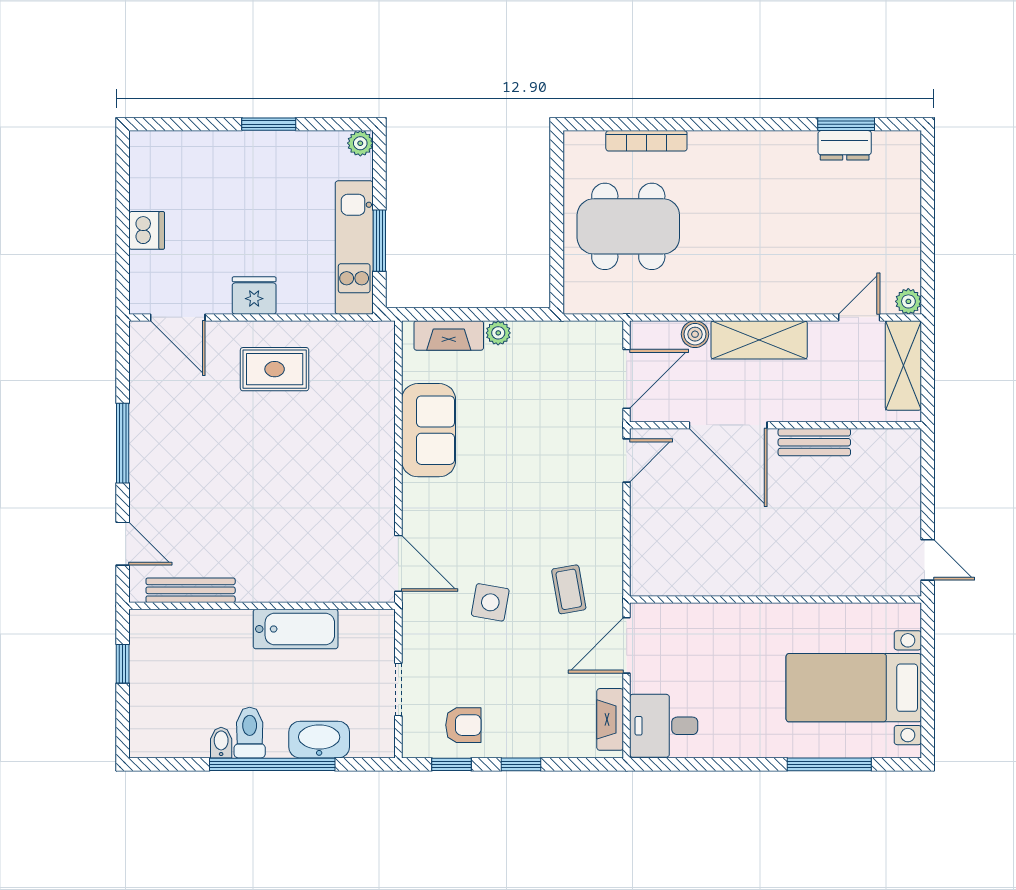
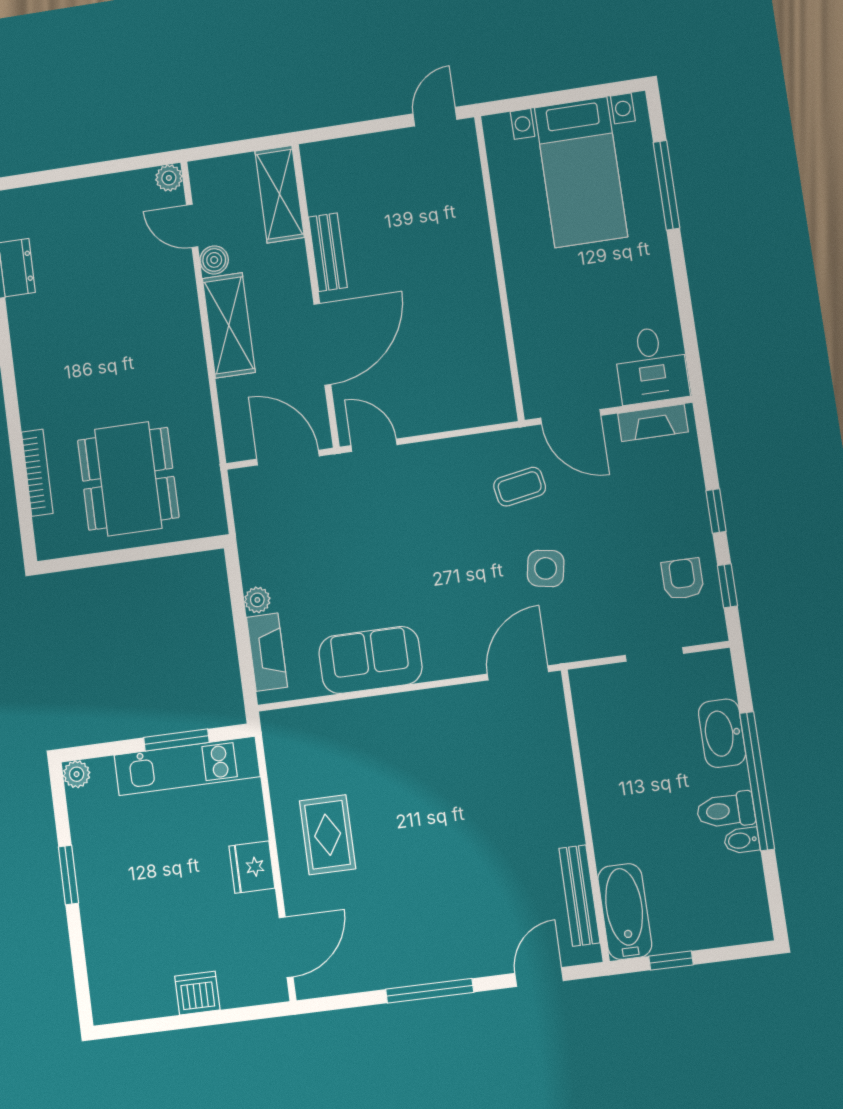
boiler: (695, 334) -> (214, 260), moved
shelving: (903, 365) -> (280, 194), moved, turned 90
bathtub: (296, 629) -> (625, 912), moved

